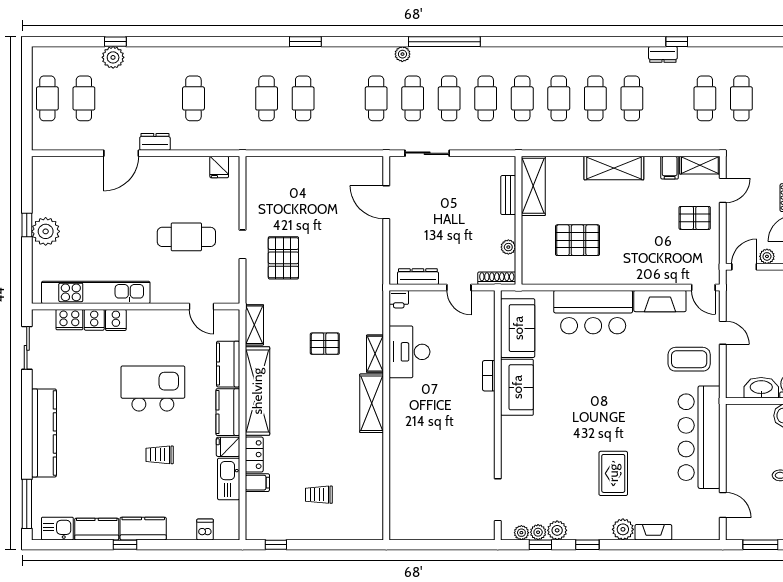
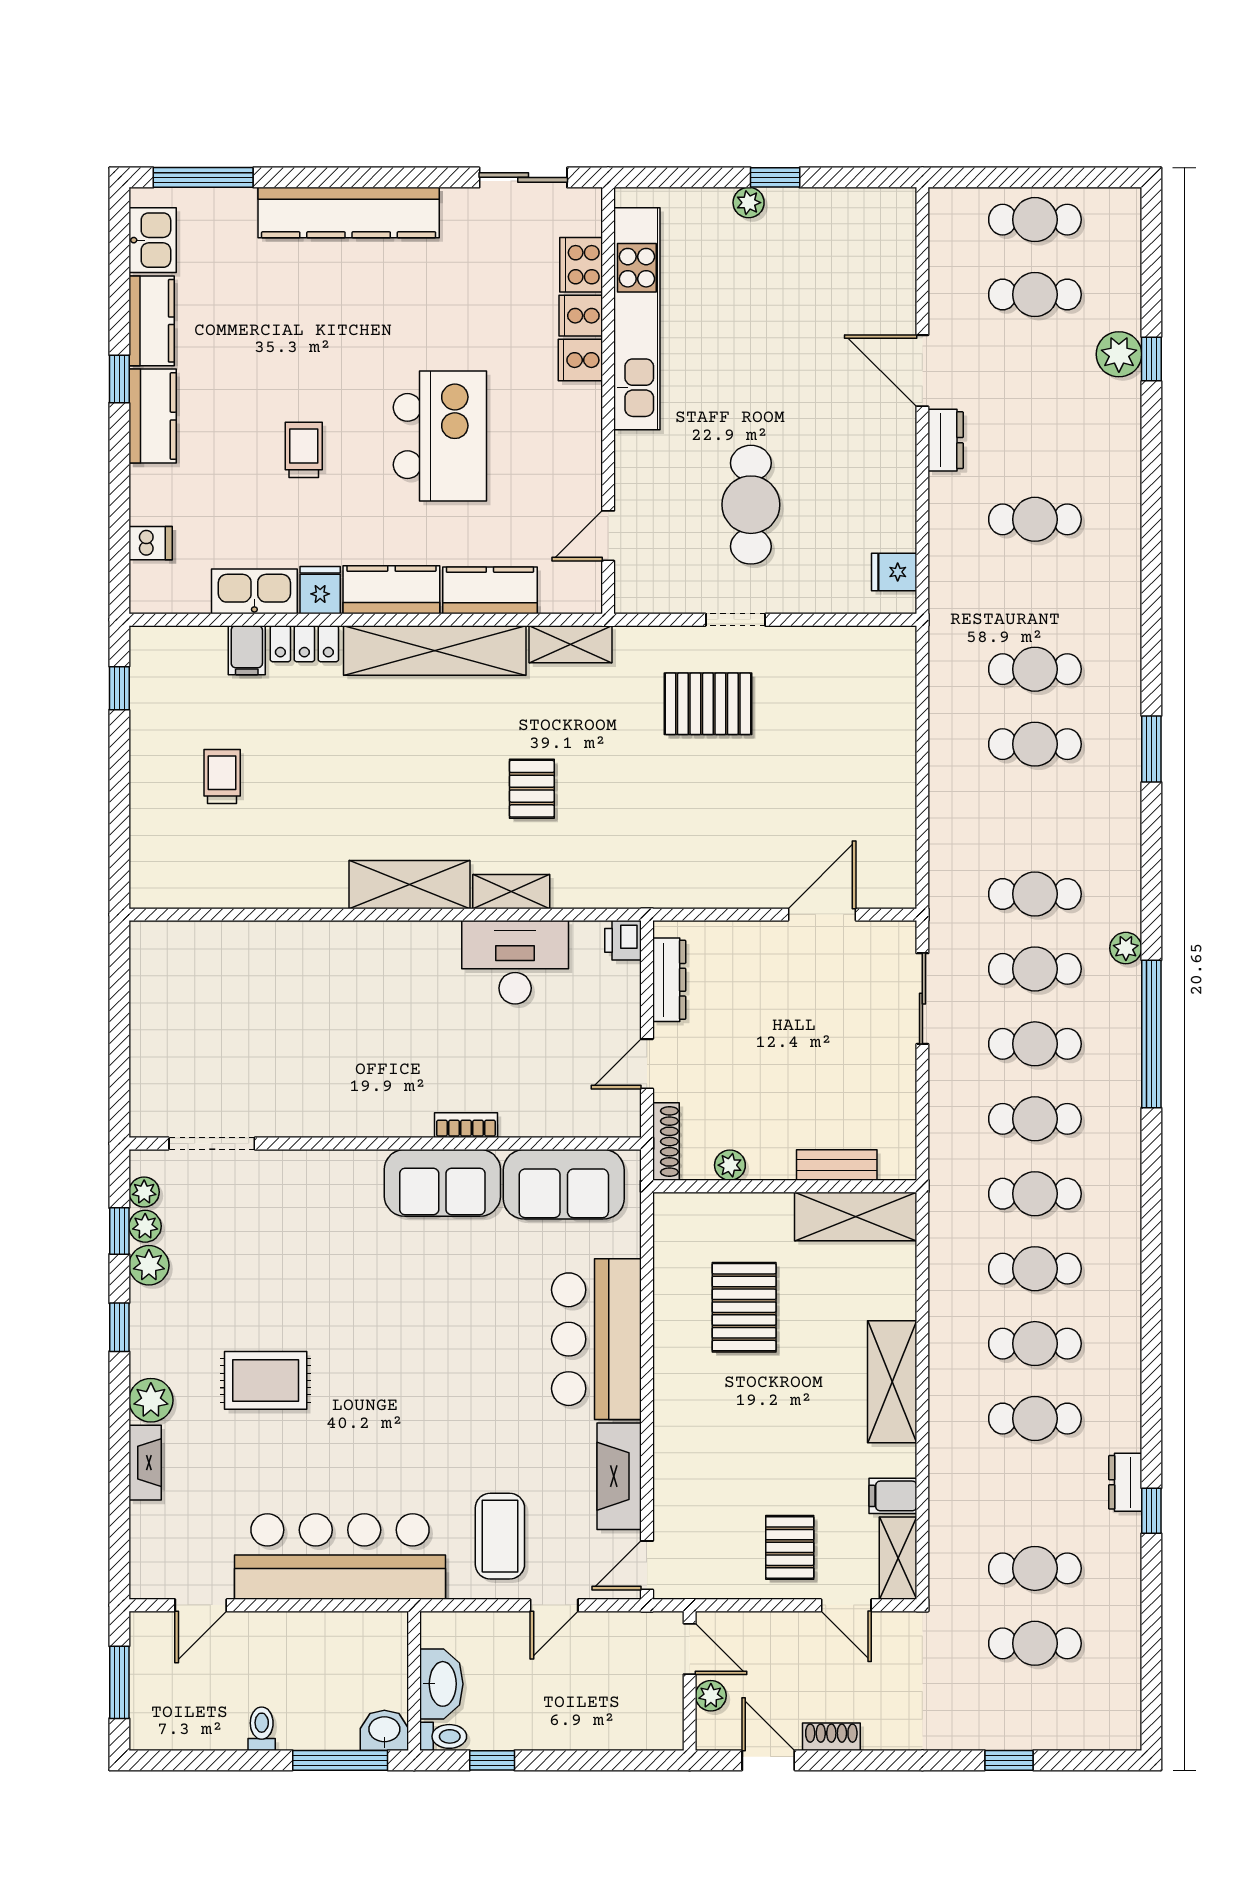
plant: (46, 231) -> (749, 203), width x0.53, depth x0.53

